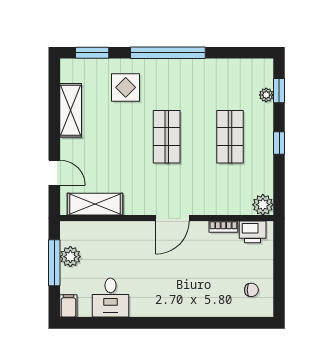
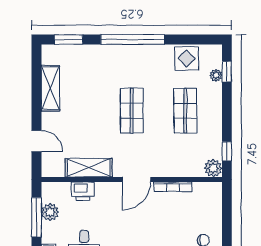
display table: (126, 87) -> (187, 58), moved
window: (279, 143) -> (227, 151), moved
shelving: (95, 204) -> (89, 168), moved
bookcase: (223, 227) -> (173, 187), width x1.56
printer: (253, 232) -> (83, 191), moved

